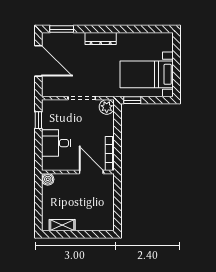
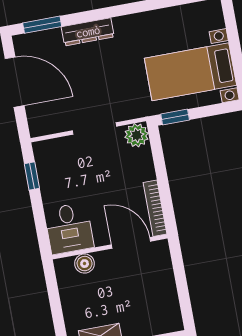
dresser: (101, 38) -> (88, 32), moved
desk: (56, 143) -> (69, 228), moved, turned -90
boiler: (48, 179) -> (85, 264), moved

